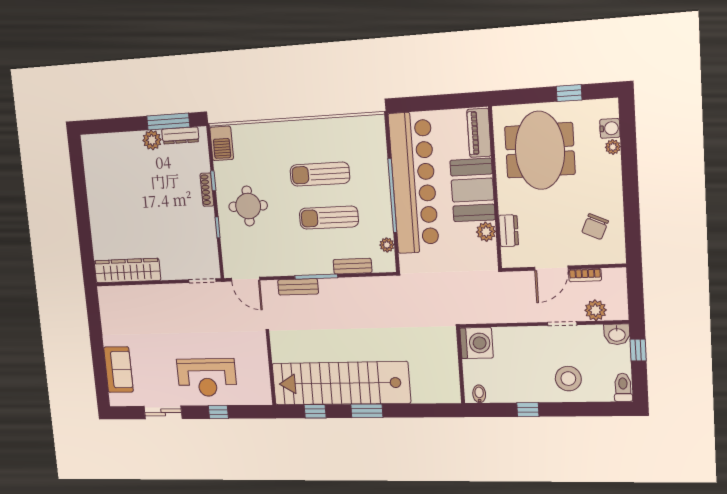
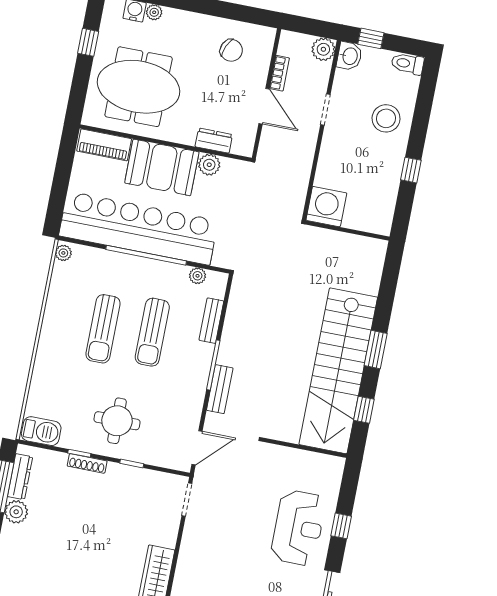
plant: (375, 122) -> (63, 253), added
plant: (596, 310) -> (323, 49), moved
bidet: (479, 394) -> (383, 218), removed

